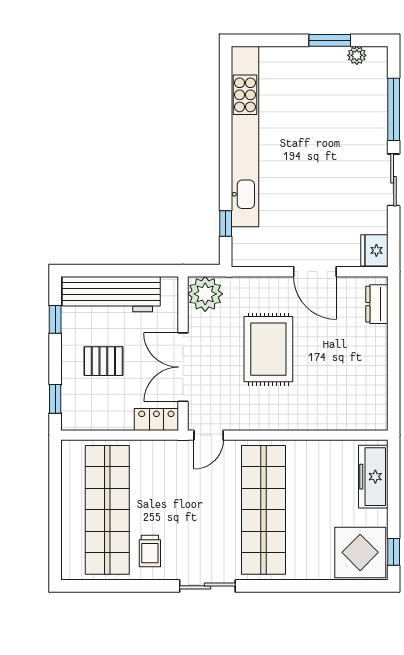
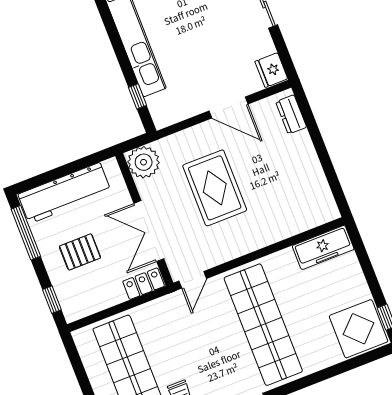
window: (55, 319) -> (26, 233), width x2.17
freezer: (373, 477) -> (323, 247), moved, turned -90

